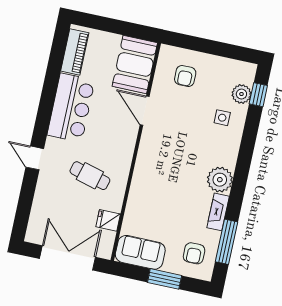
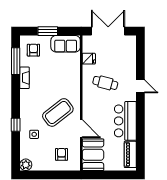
plant: (241, 94) -> (26, 165), moved
window: (258, 95) -> (16, 125), moved
coffee table: (176, 145) -> (58, 112), added
plant: (220, 180) -> (28, 97), removed
double door: (68, 258) -> (108, 31), swing flipped

